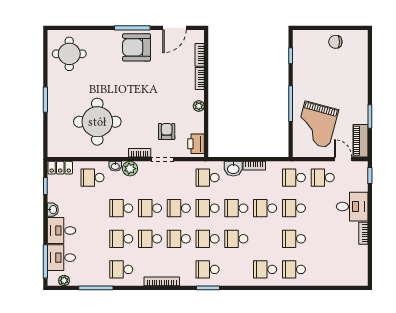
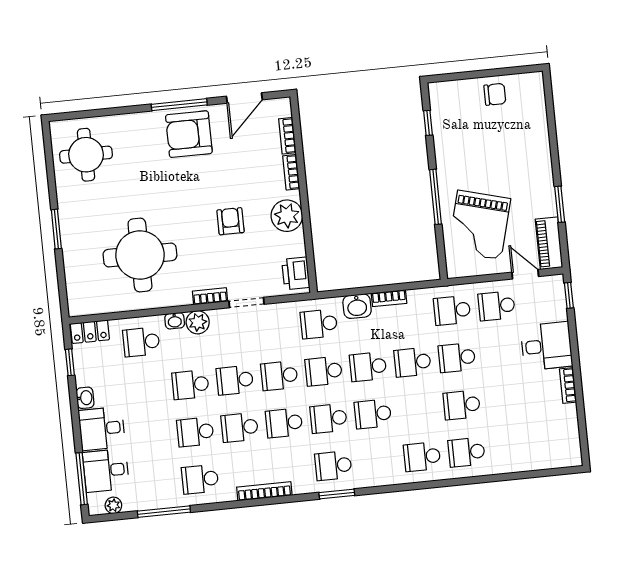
chair: (335, 42) -> (495, 94), turned 180
plant: (199, 106) -> (287, 216), width x1.88, depth x1.88
armchair: (167, 132) -> (231, 221), moved

